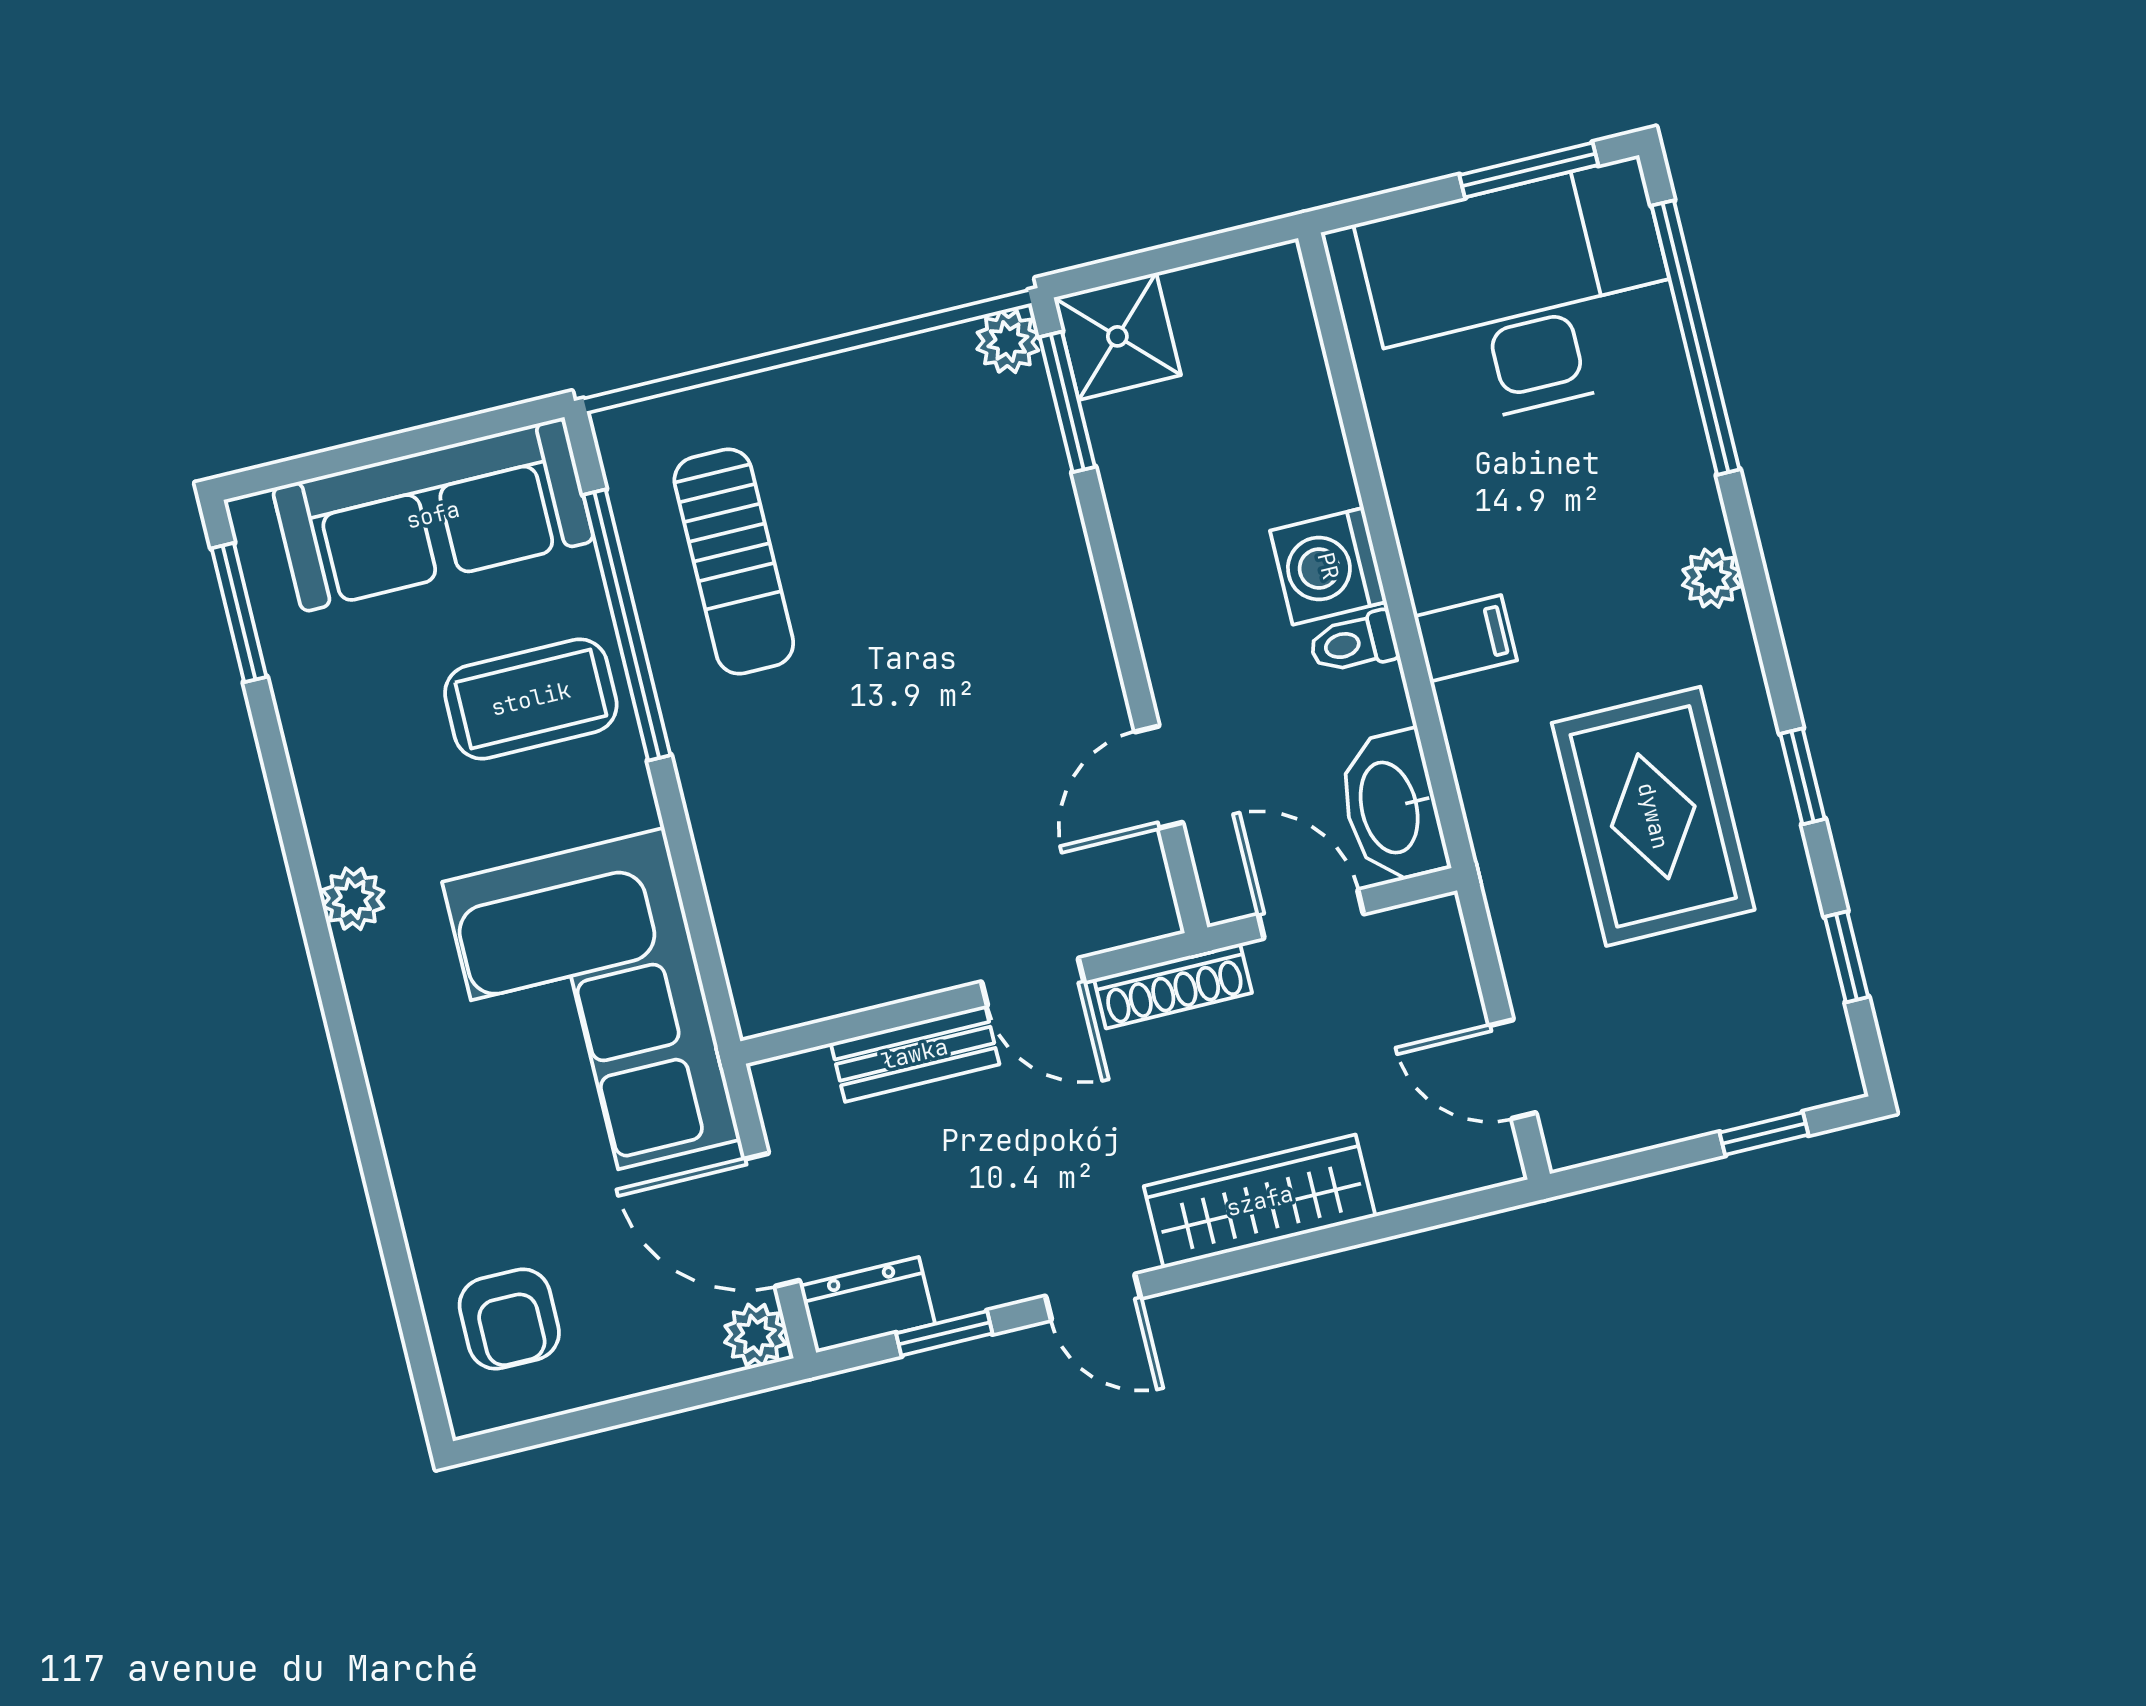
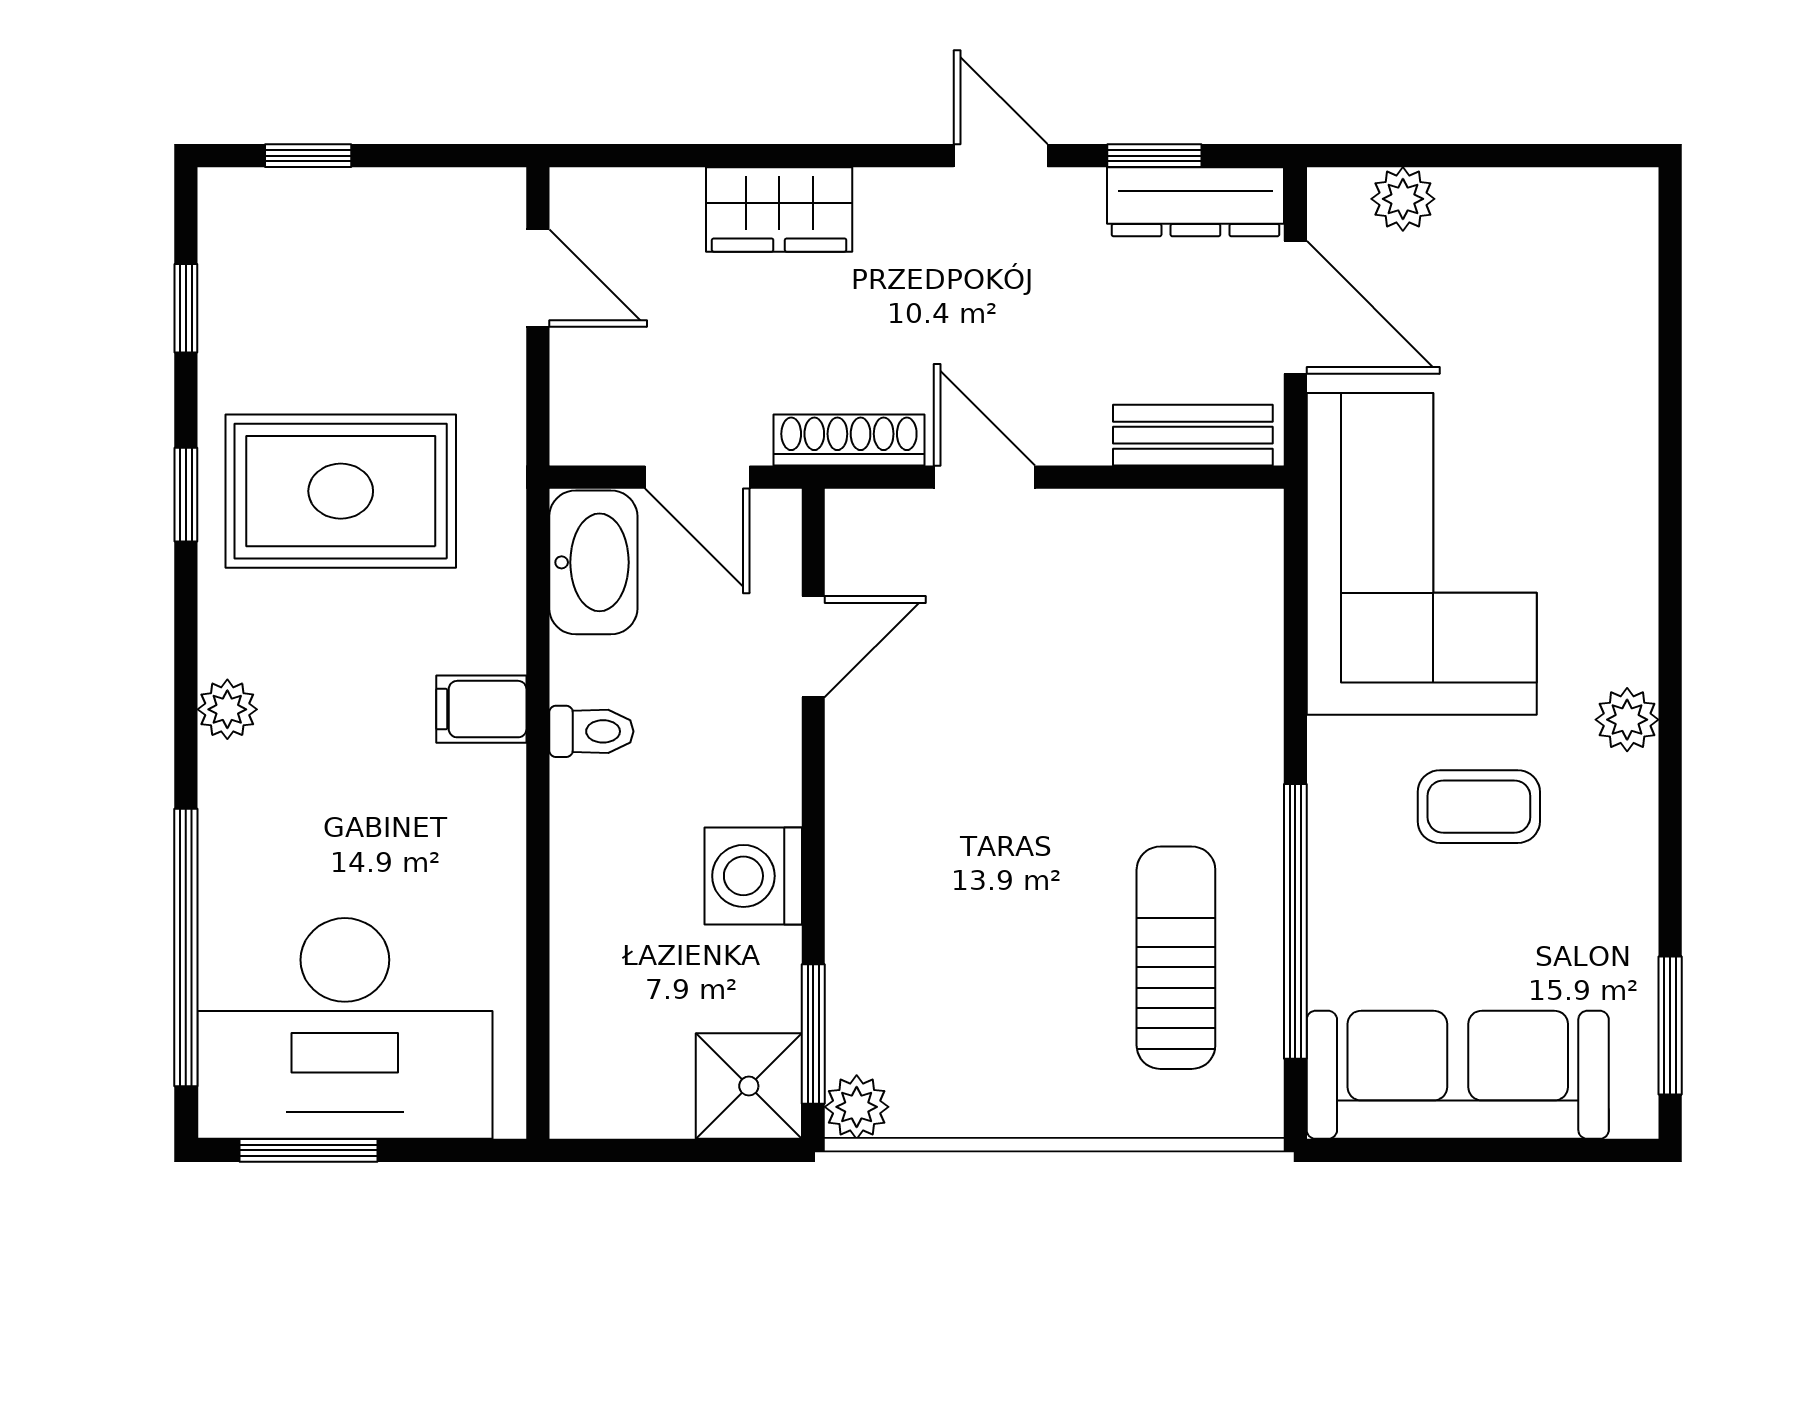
washing machine: (1328, 566) -> (753, 876), moved, turned 180
coffee table: (531, 699) -> (1479, 807), moved, width x0.73, depth x0.77
rug: (1653, 816) -> (341, 491), turned 90
bench: (915, 1054) -> (1193, 435), moved
wardrobe: (1260, 1201) -> (779, 210), width x0.67
dresser: (867, 1305) -> (1195, 202), width x1.44
armchair: (509, 1319) -> (1575, 273), removed
plant: (756, 1335) -> (1403, 199), moved

